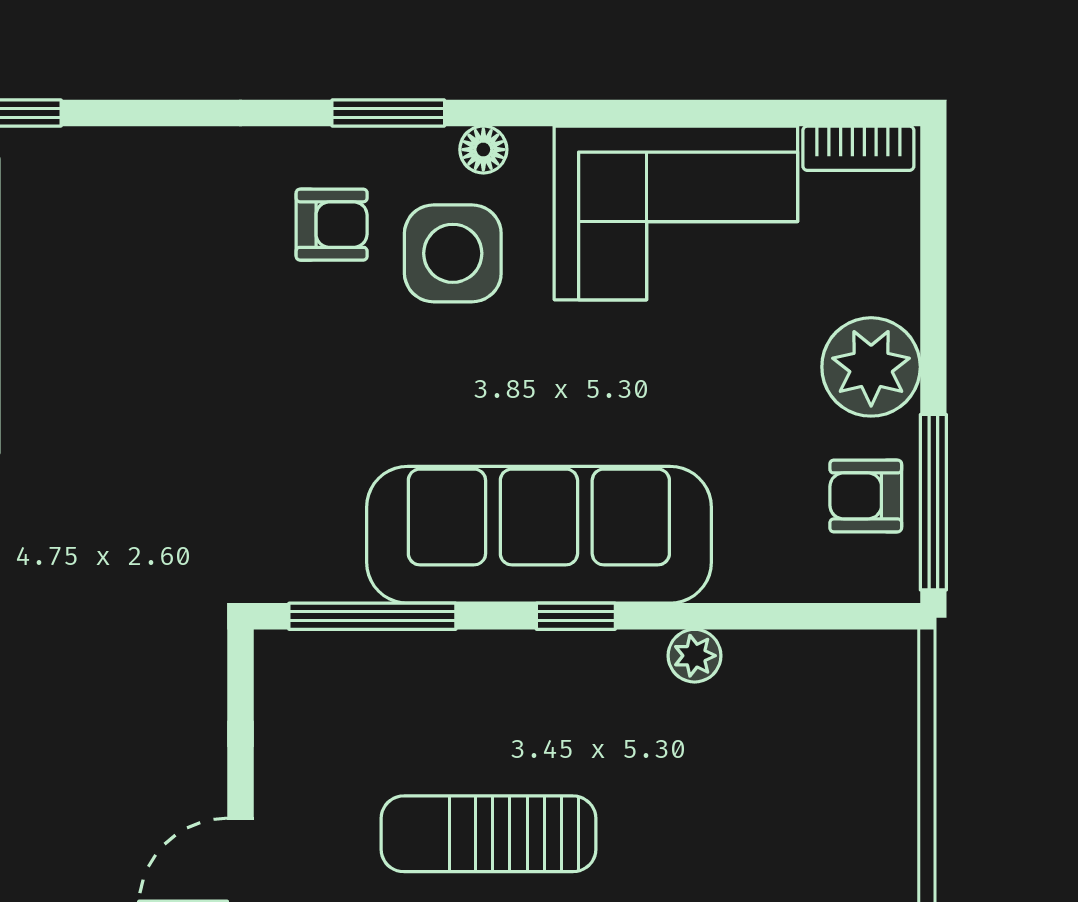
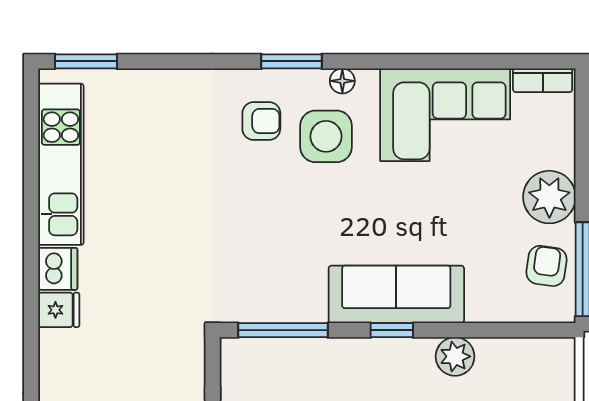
armchair: (866, 496) -> (546, 266), turned 98
sofa: (539, 535) -> (396, 294), width x0.74, depth x0.79
plant: (695, 656) -> (455, 356), width x1.38, depth x1.38

